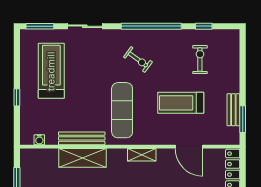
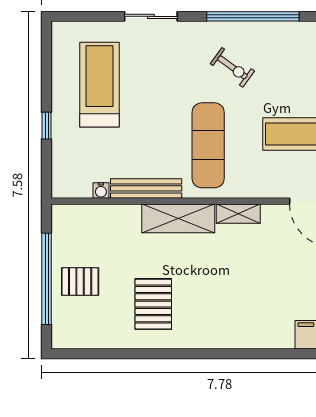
window: (40, 26) -> (82, 16), removed
water cooler: (39, 140) -> (101, 191), moved
shelving: (82, 158) -> (178, 218), moved

